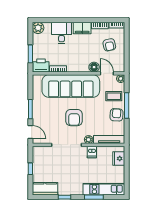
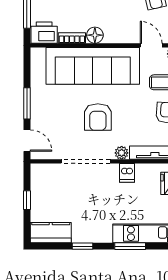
floor lamp: (94, 67) -> (95, 35), moved

